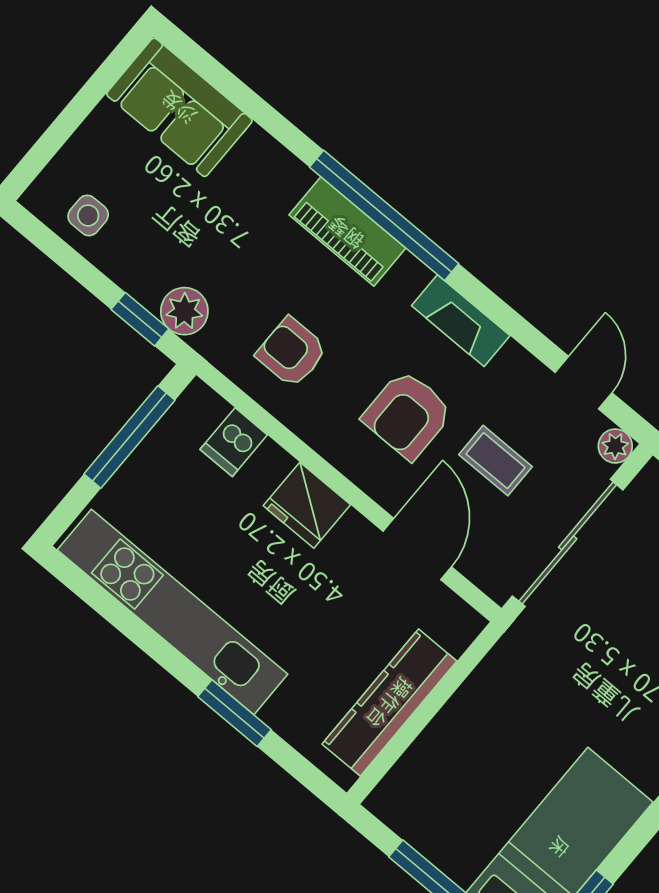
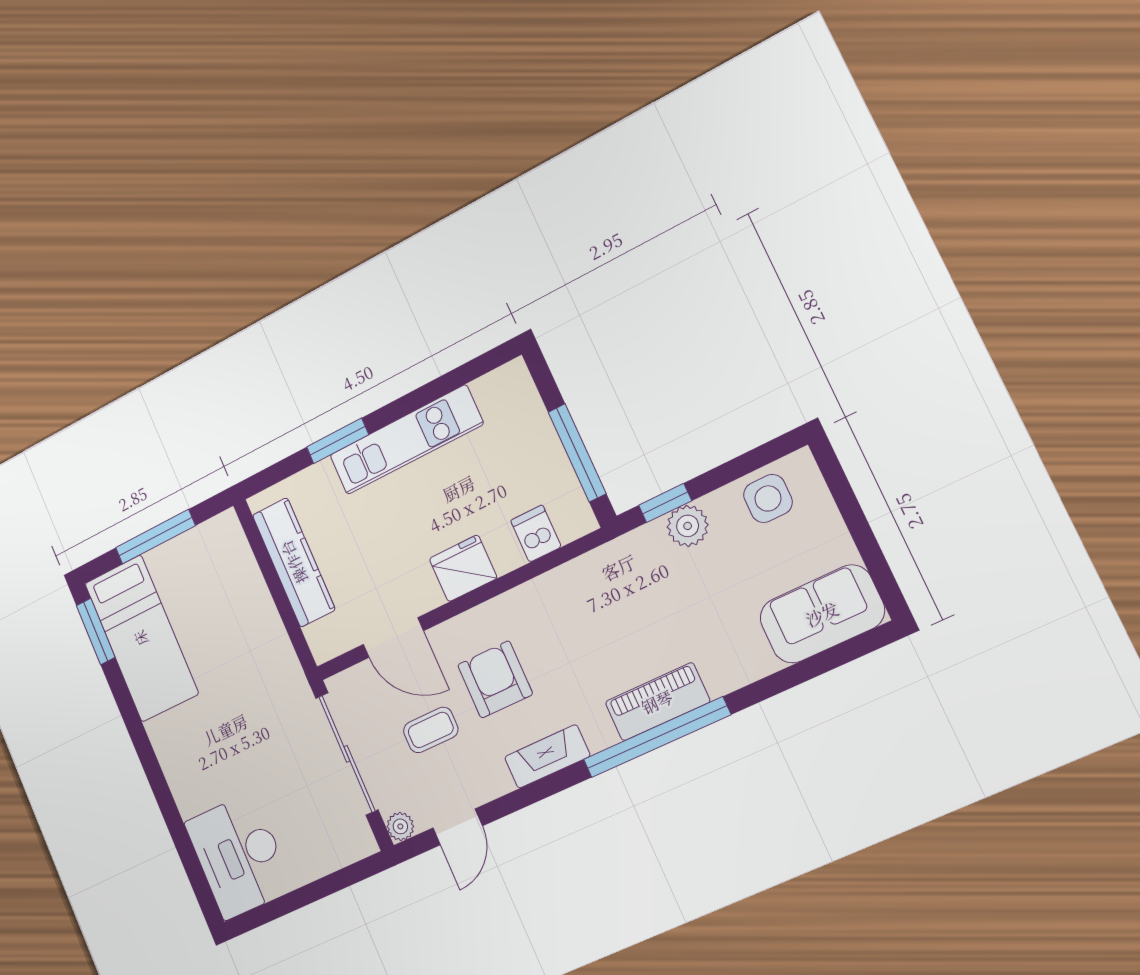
side table: (88, 215) -> (768, 498), width x1.37, depth x1.37
plant: (184, 311) -> (688, 526), moved
armchair: (292, 352) -> (584, 612), removed
door: (583, 383) -> (458, 827), hinge flipped
kitchen unit: (173, 612) -> (406, 440), width x0.73

